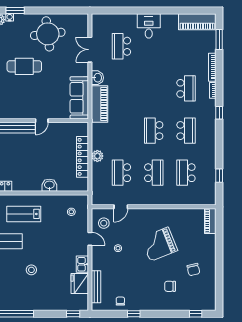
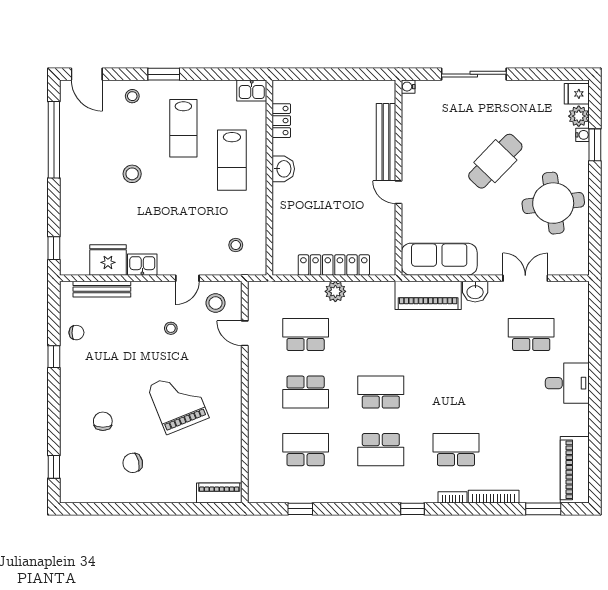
cafe table: (24, 66) -> (495, 161), turned 44
school desk: (186, 88) -> (456, 450), turned 180
washbasin: (49, 185) -> (283, 169), moved
lab bench: (24, 214) -> (232, 160), turned 180

